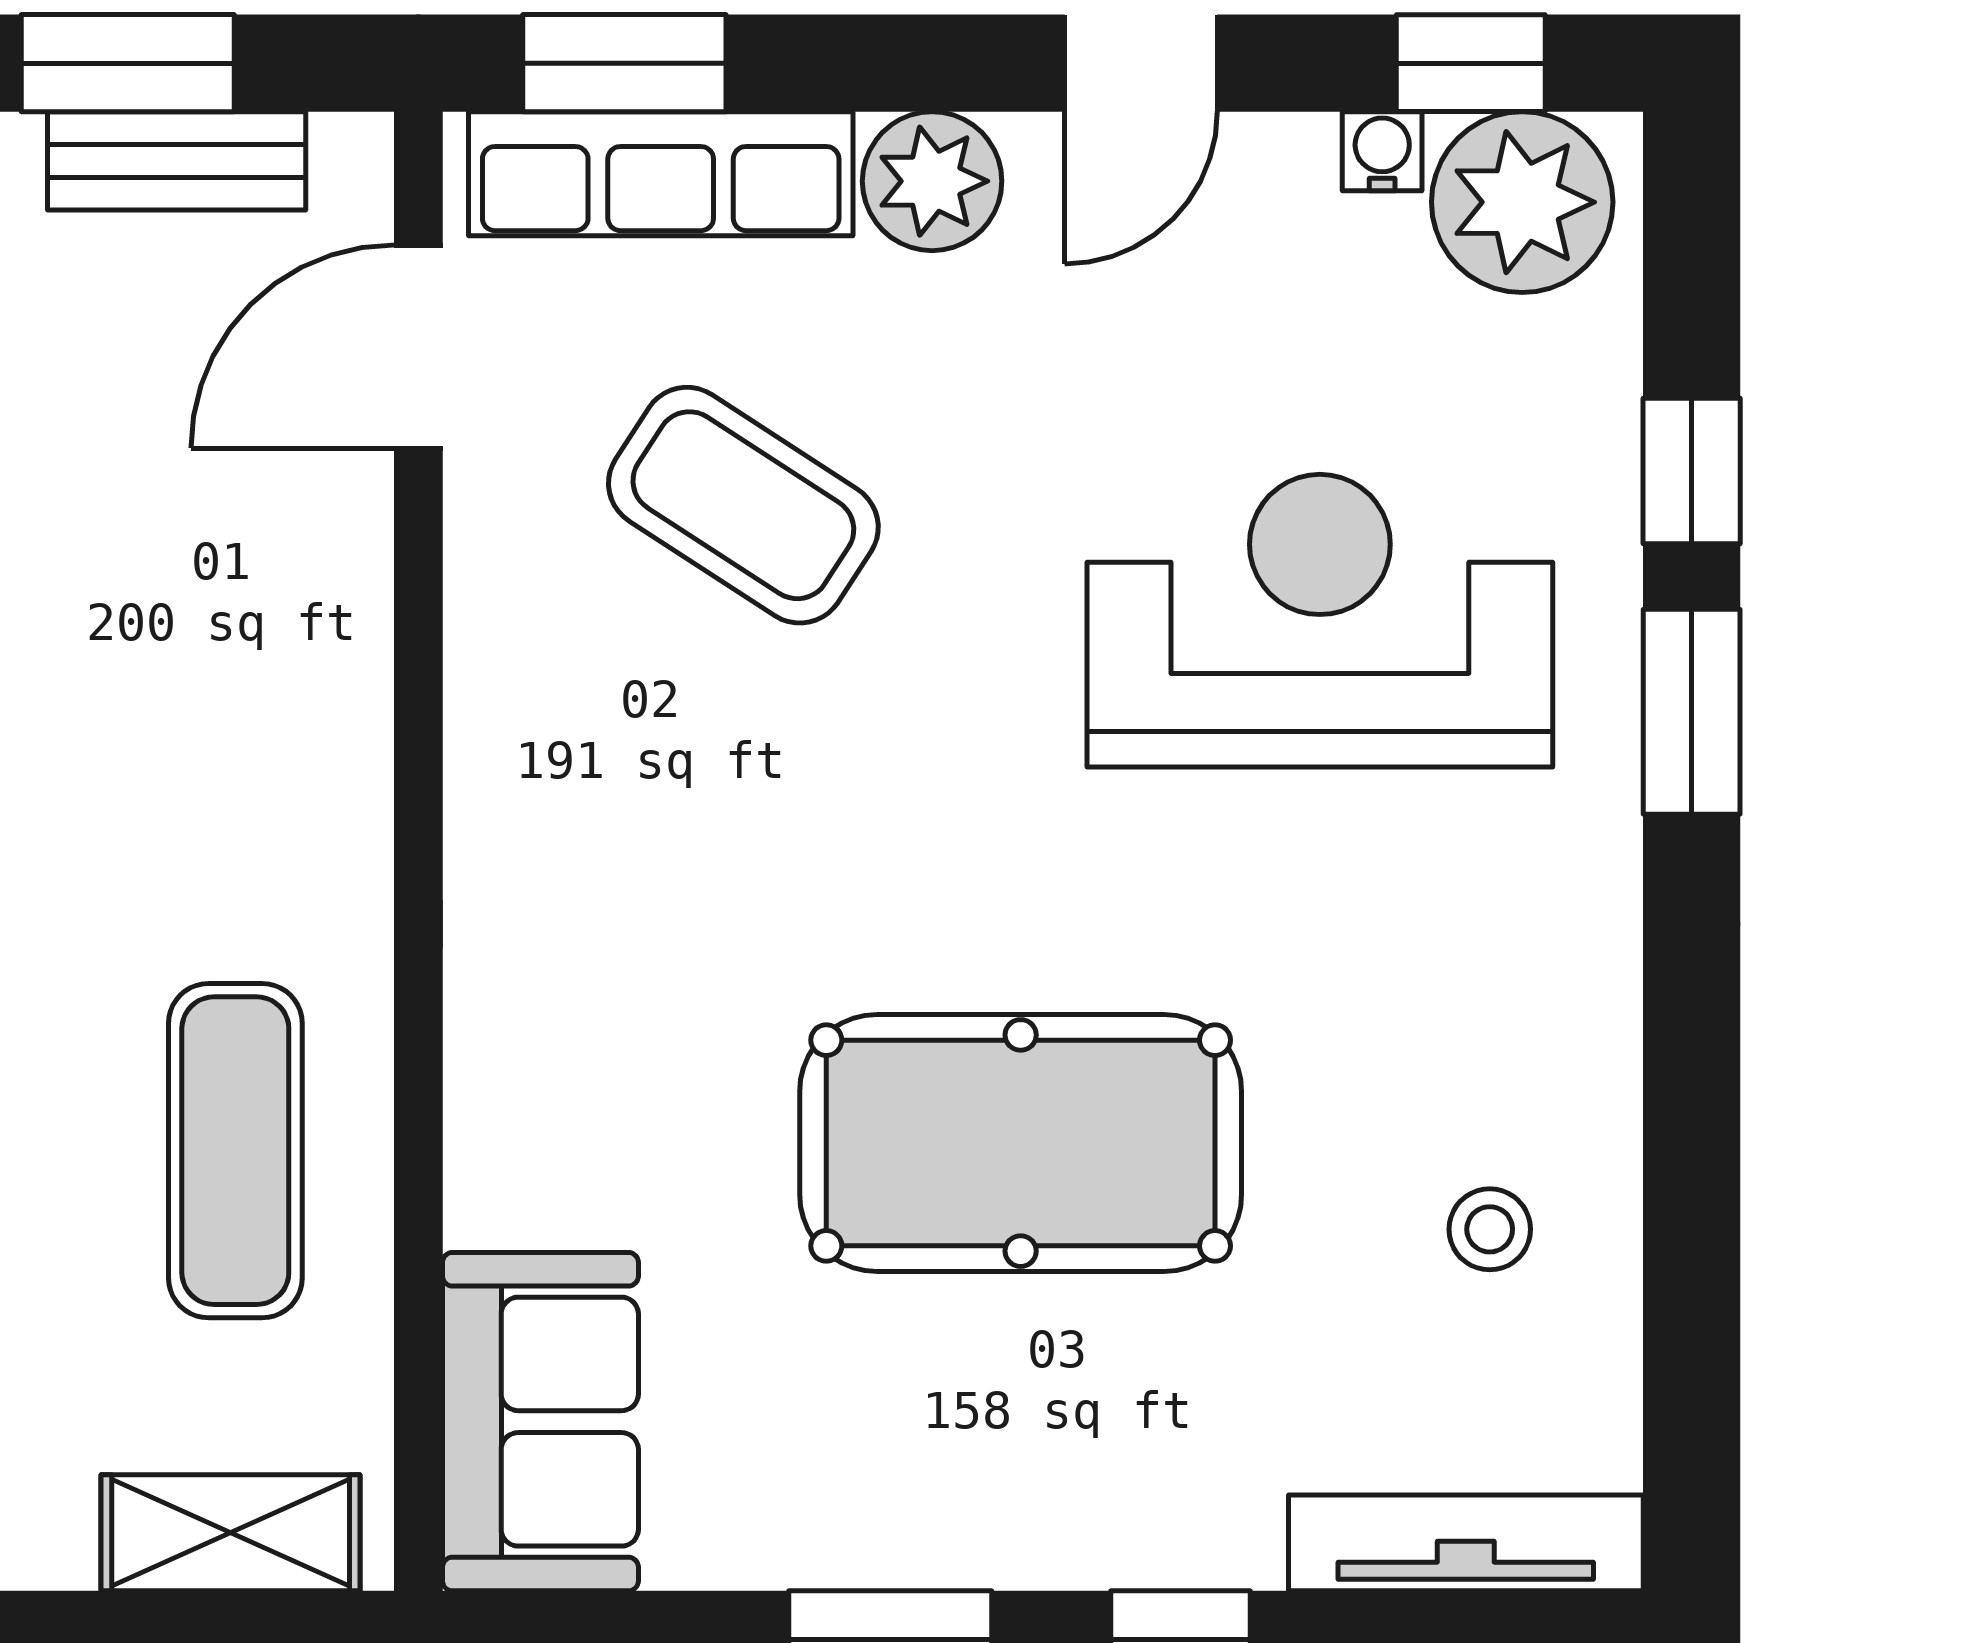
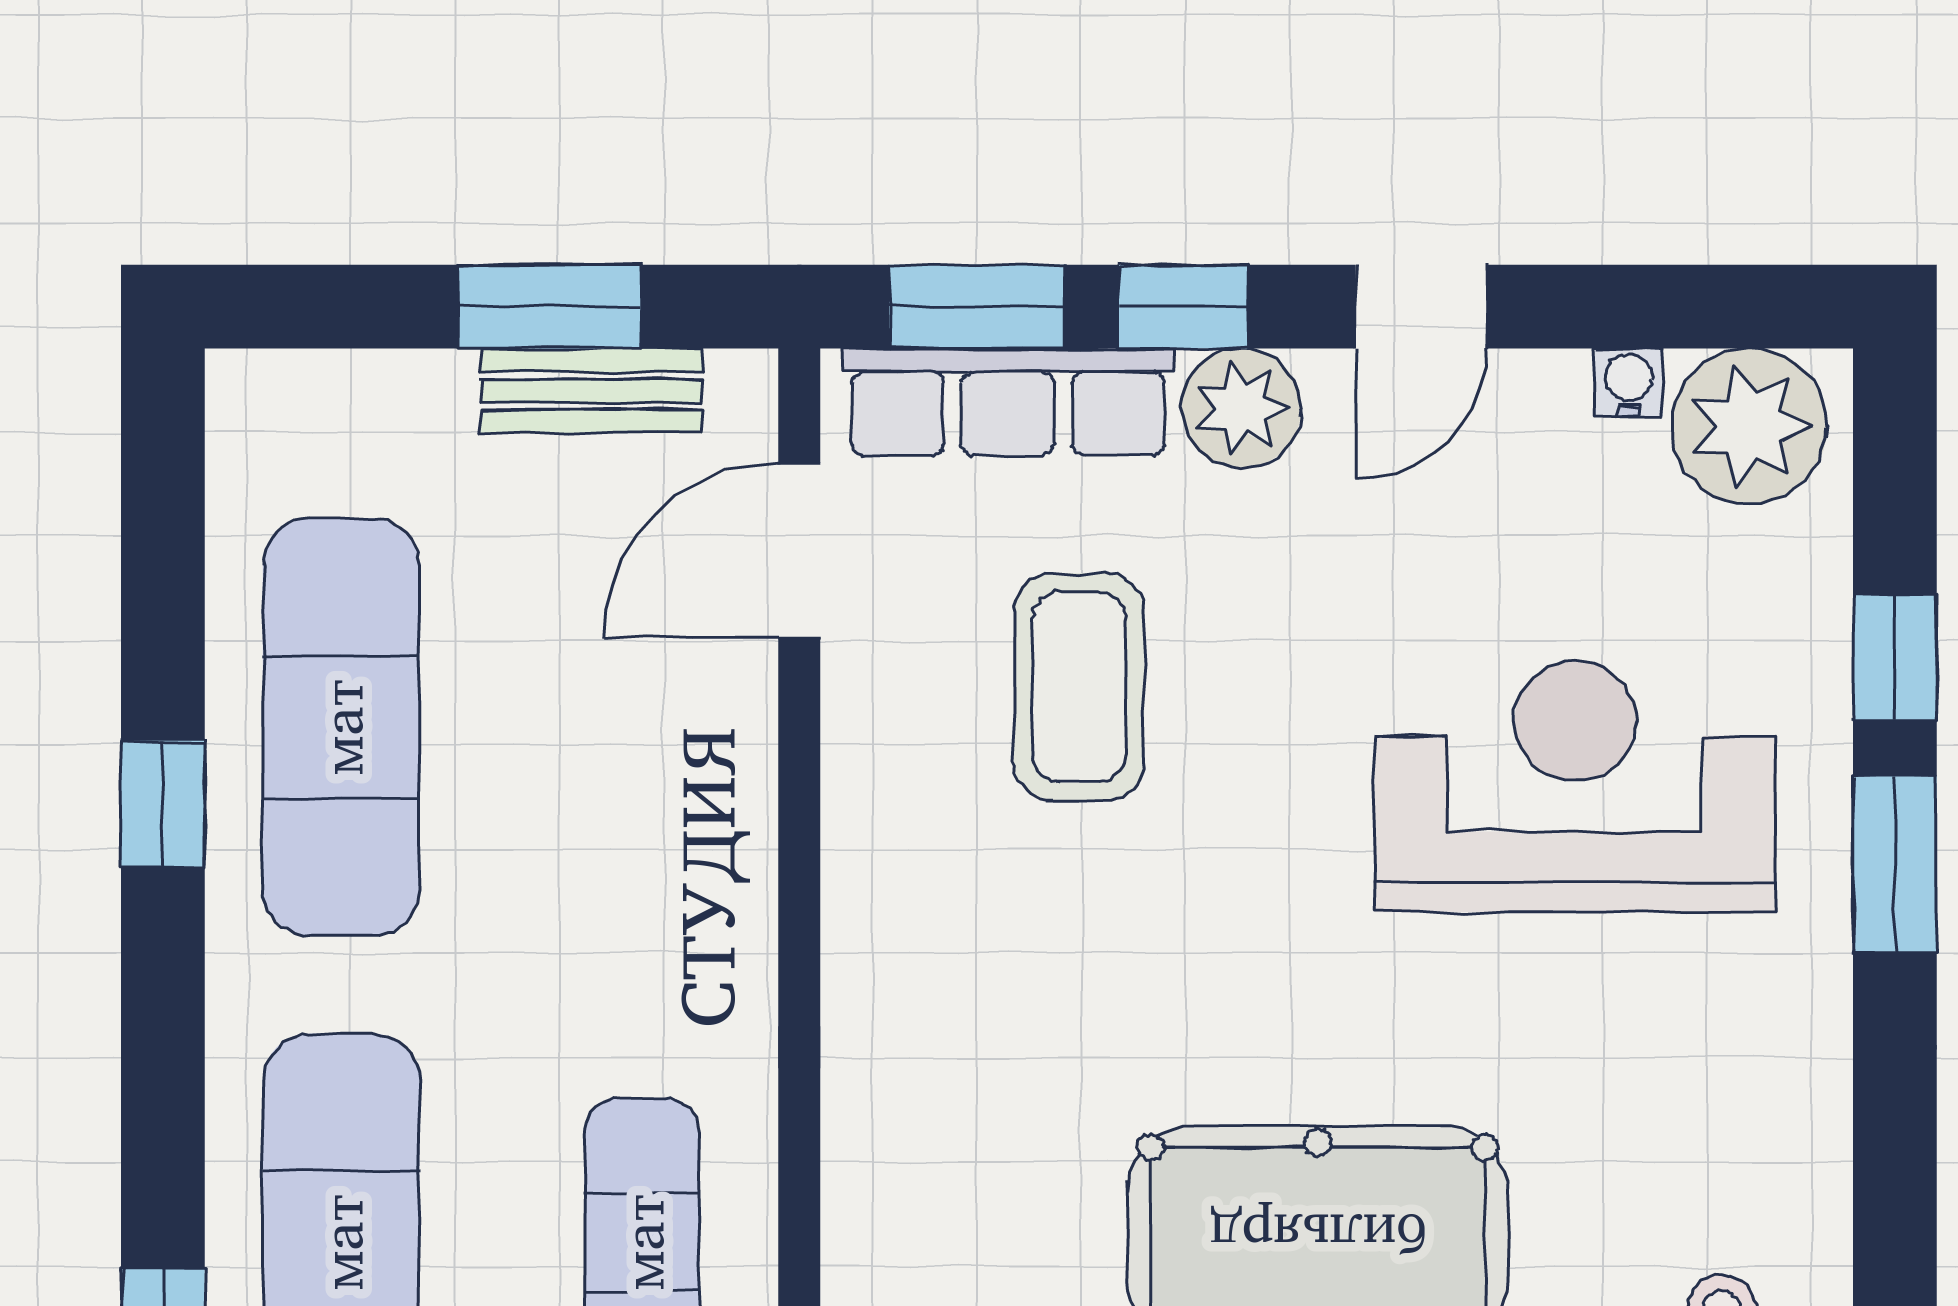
window: (1471, 63) -> (1183, 307), moved
coffee table: (743, 505) -> (1079, 687), turned 57

